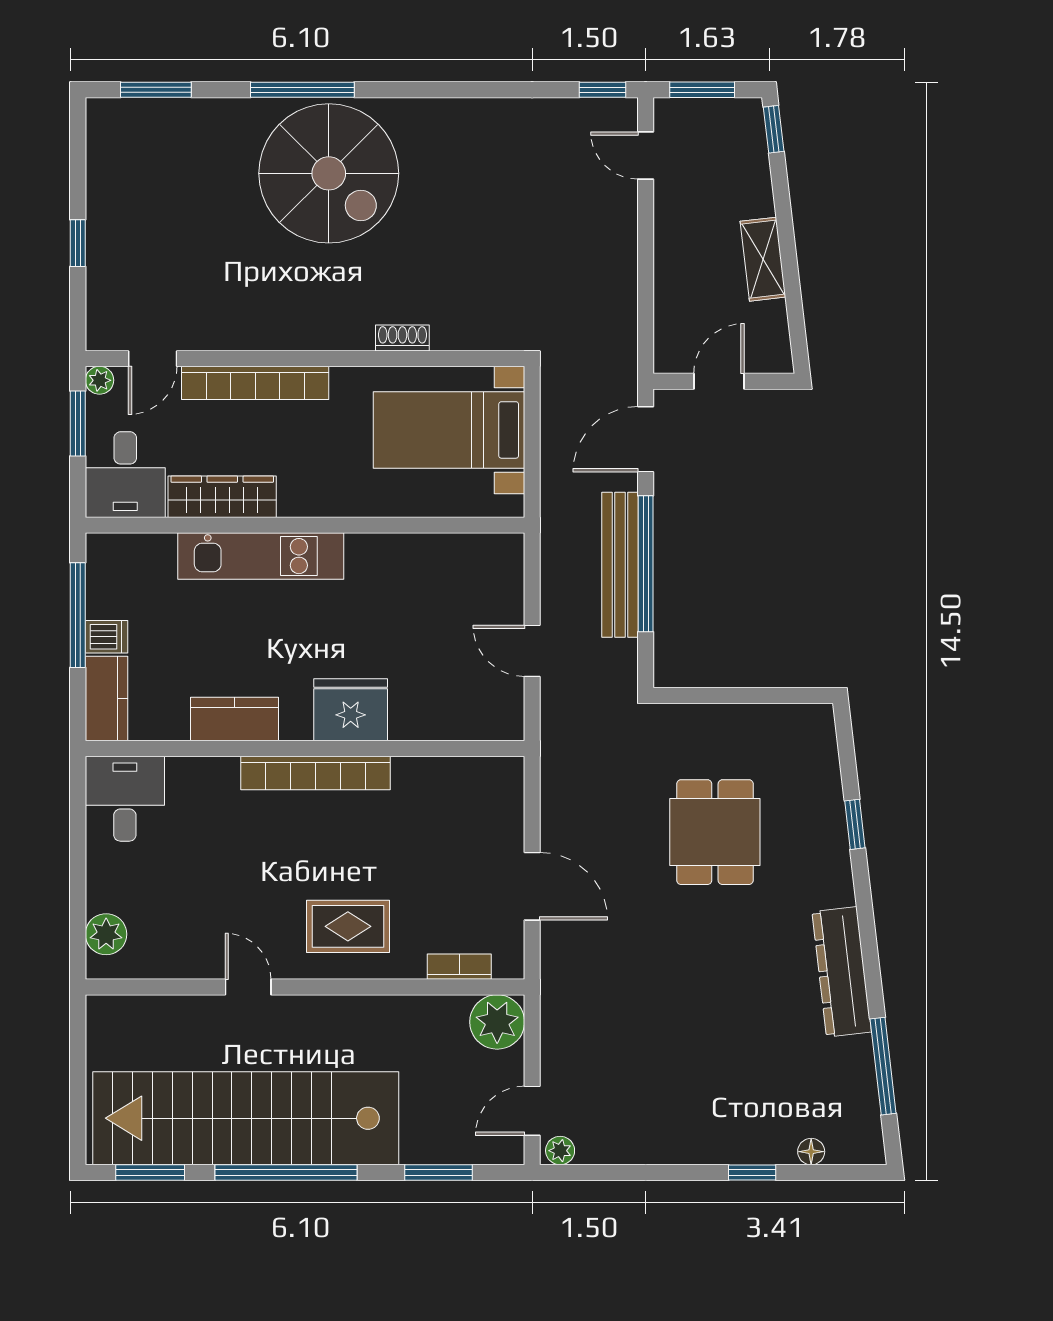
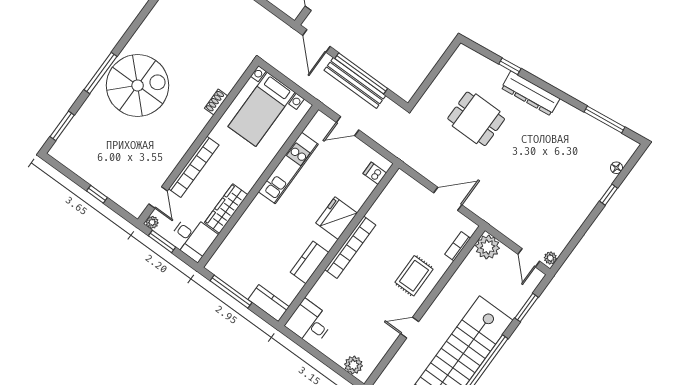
kitchen unit: (261, 556) -> (288, 168), moved
dishwasher: (106, 637) -> (375, 173), moved, turned -90
door: (532, 651) -> (348, 126), moved
dresser: (842, 972) -> (531, 93), moved

